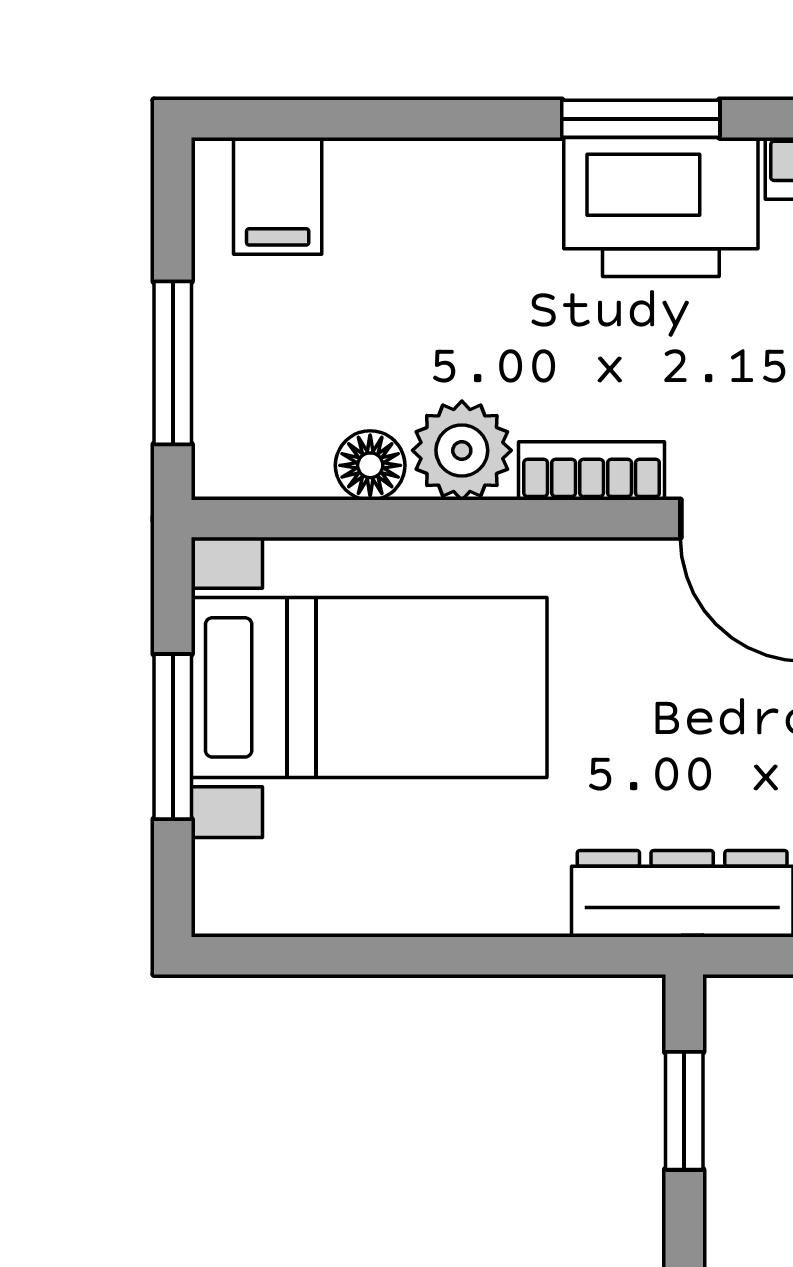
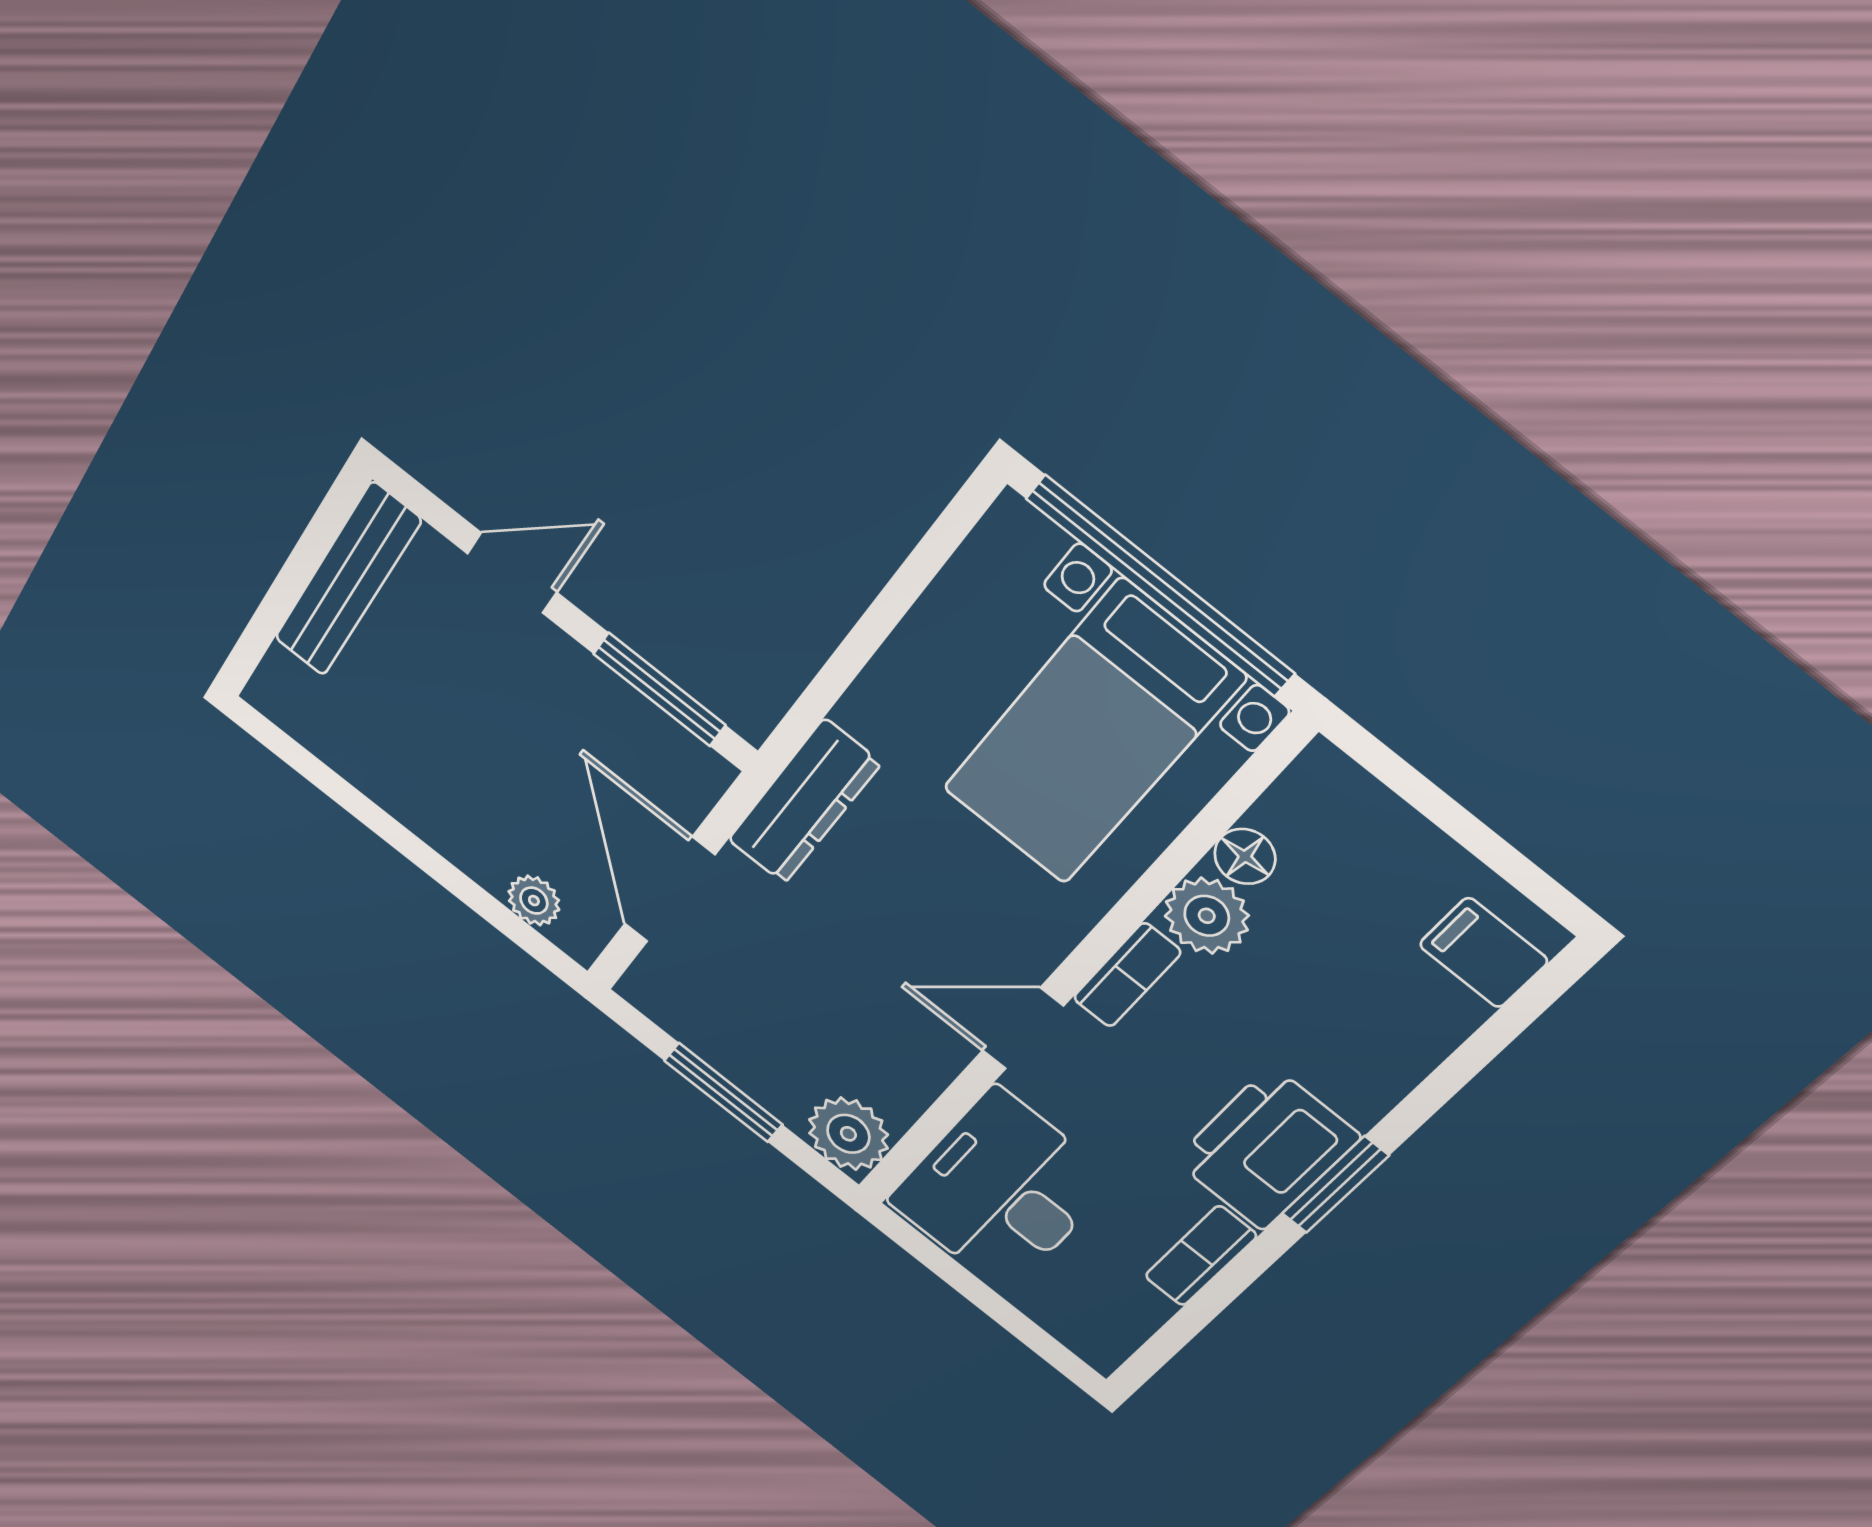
window: (173, 363) -> (1427, 798), removed
window: (173, 737) -> (1160, 586), width x2.11
window: (684, 1111) -> (659, 690), width x1.50

